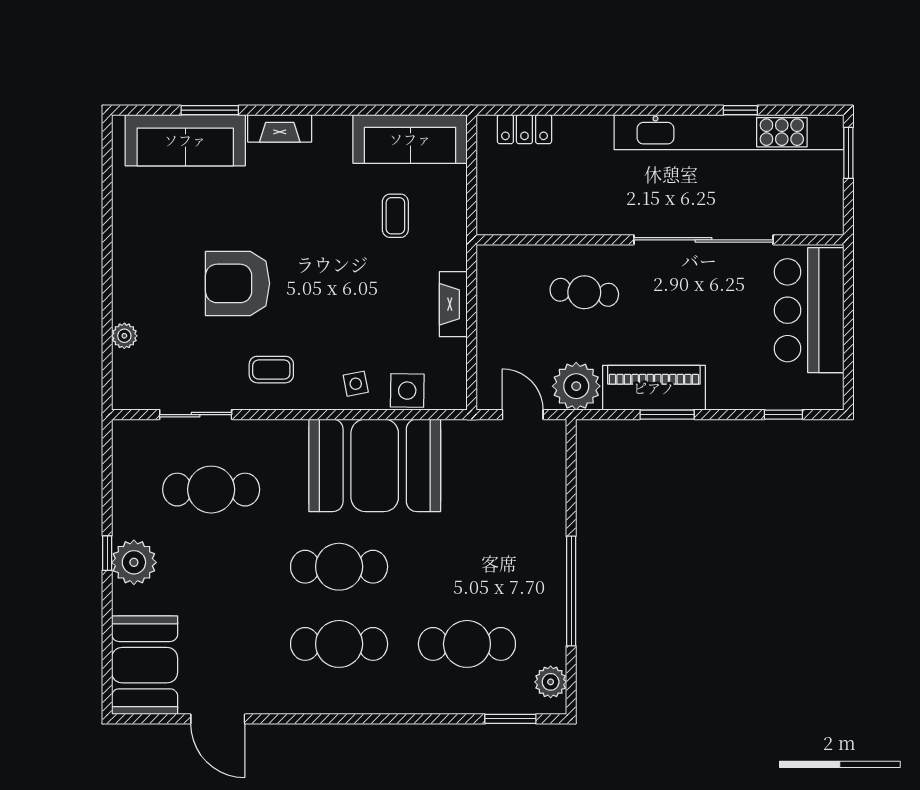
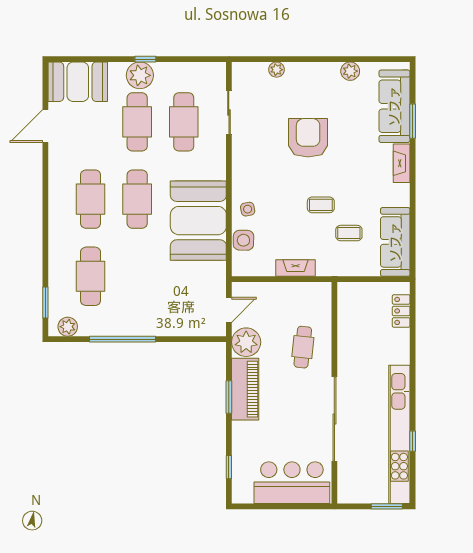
plant: (127, 214) -> (350, 71), added
coffee table: (271, 370) -> (321, 205), moved, turned 90
cafe table: (211, 567) -> (137, 122), added

